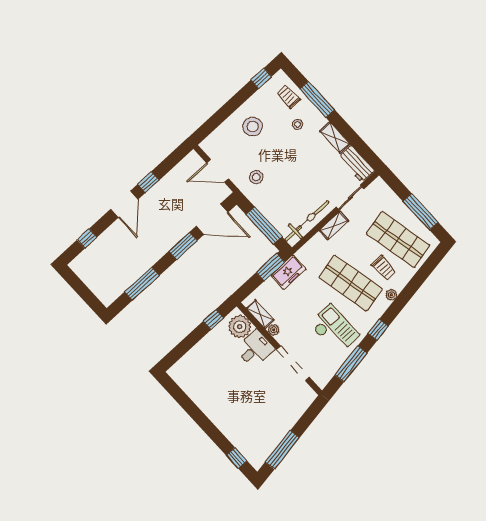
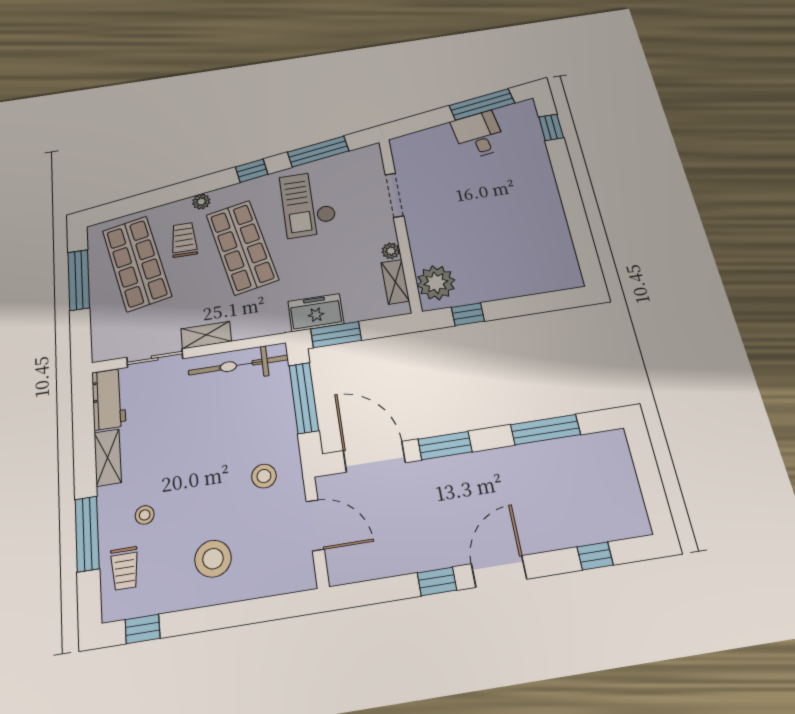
desk: (255, 349) -> (479, 135), moved, turned 81
doorway: (293, 363) -> (394, 195), width x0.73

